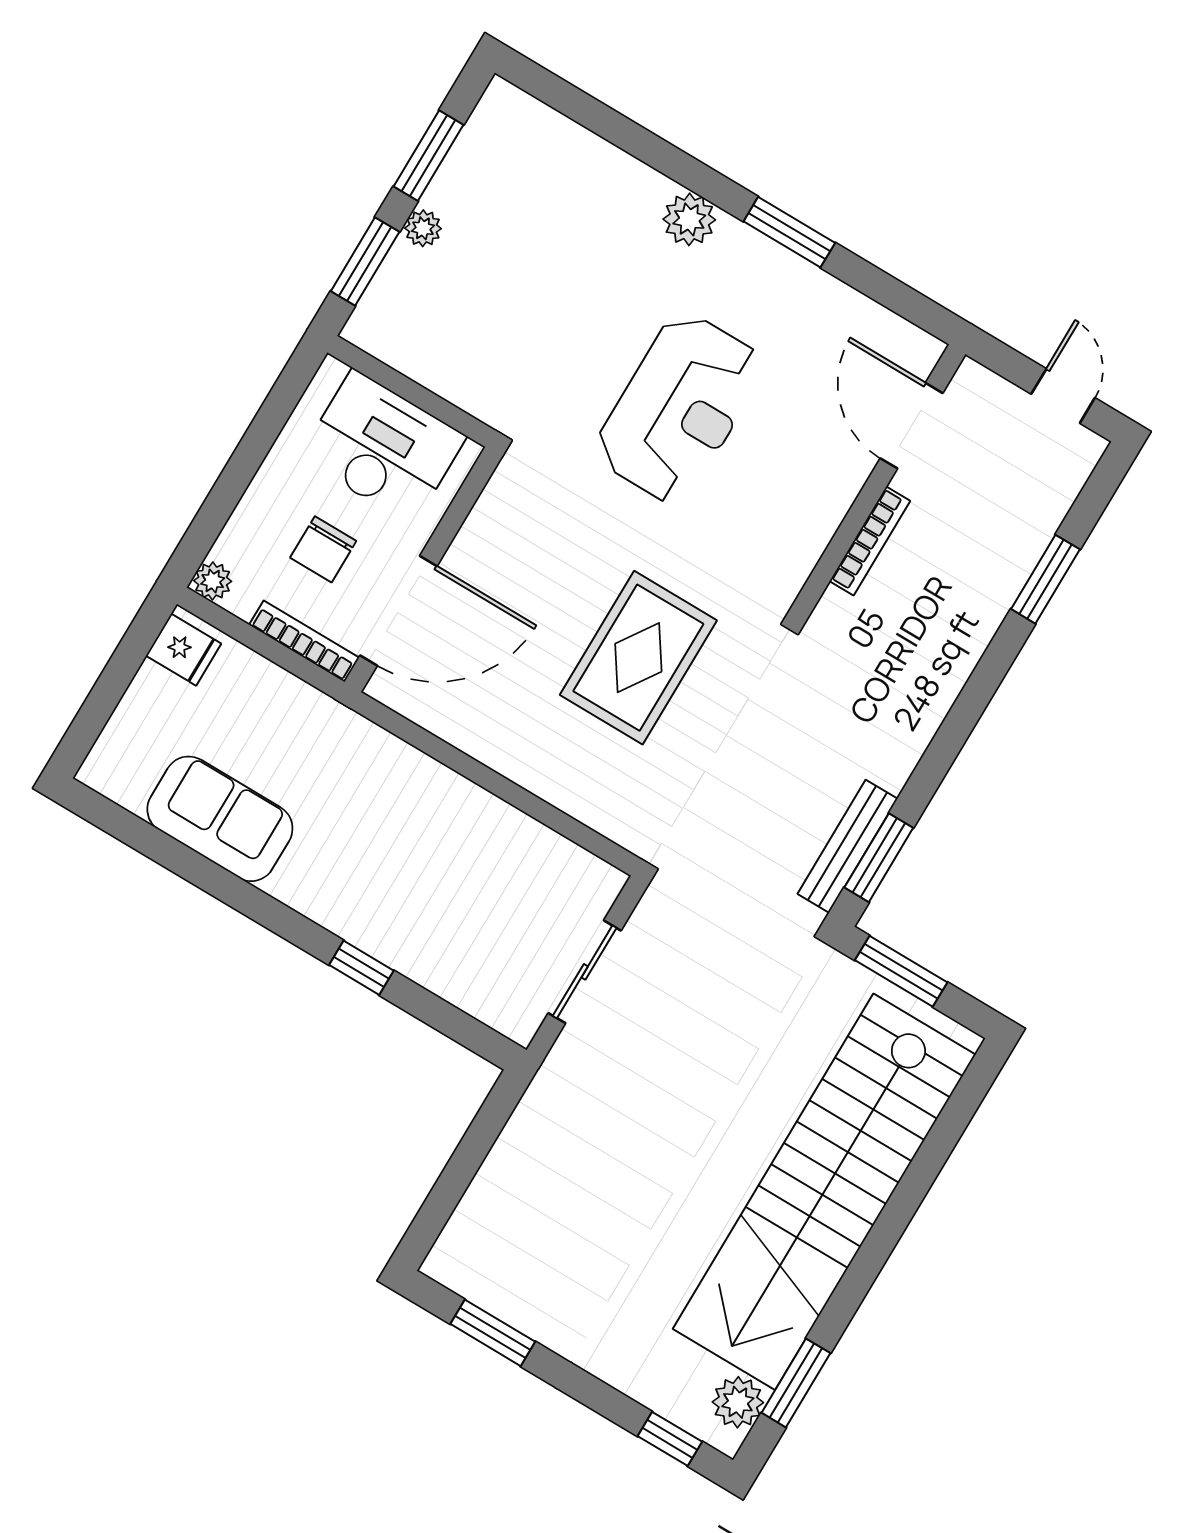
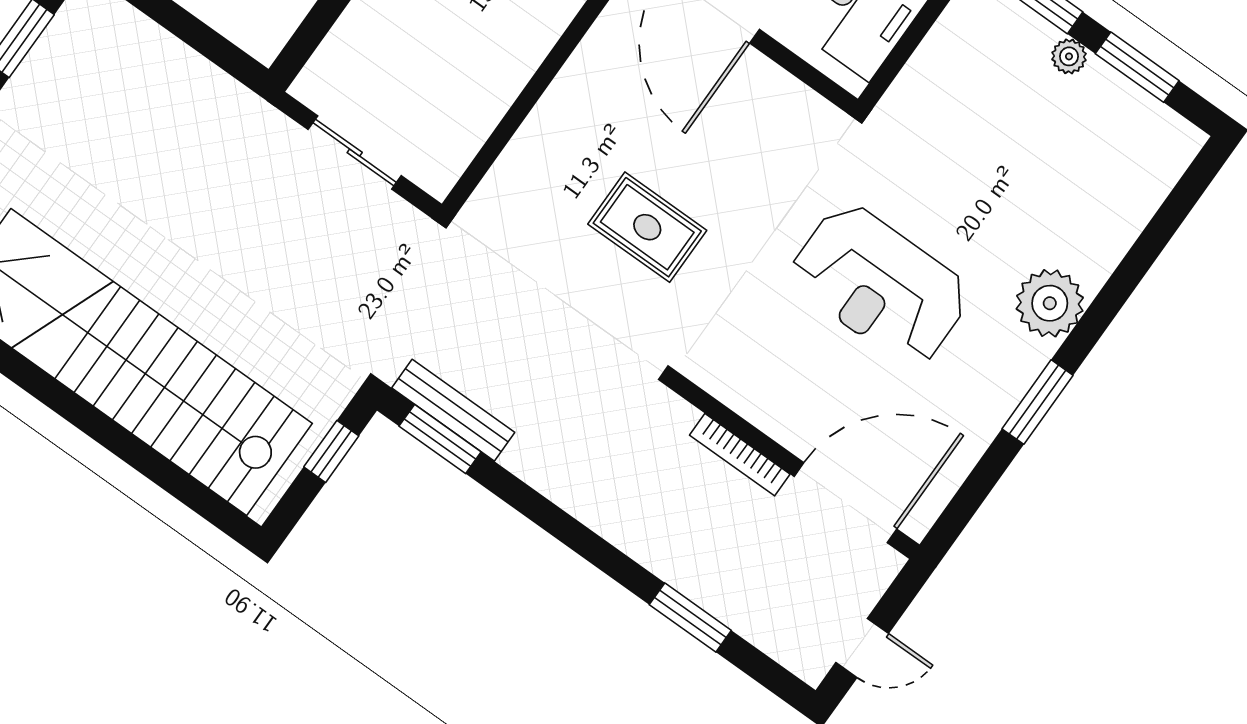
plant: (689, 219) -> (1050, 303), width x1.36, depth x1.36
door: (911, 426) -> (846, 503), width x1.36
rug: (638, 658) -> (647, 227), width x0.73, depth x0.70
window: (901, 971) -> (331, 451), width x0.67

